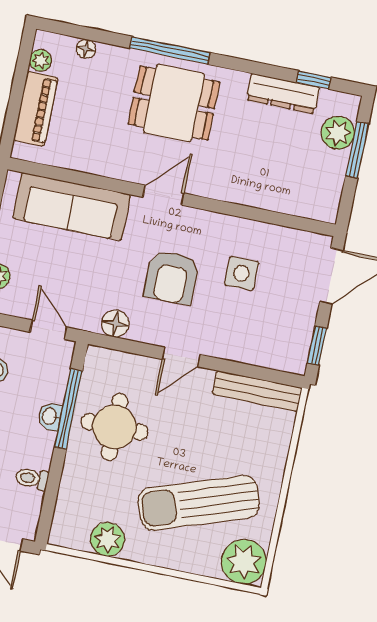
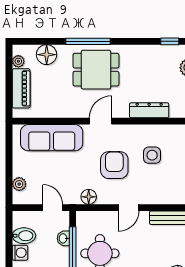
floor lamp: (86, 49) -> (47, 55), width x1.89, depth x1.89
dresser: (283, 94) -> (149, 110), moved, turned 180
armchair: (172, 277) -> (114, 165), turned 180
washbasin: (50, 416) -> (63, 238), moved

